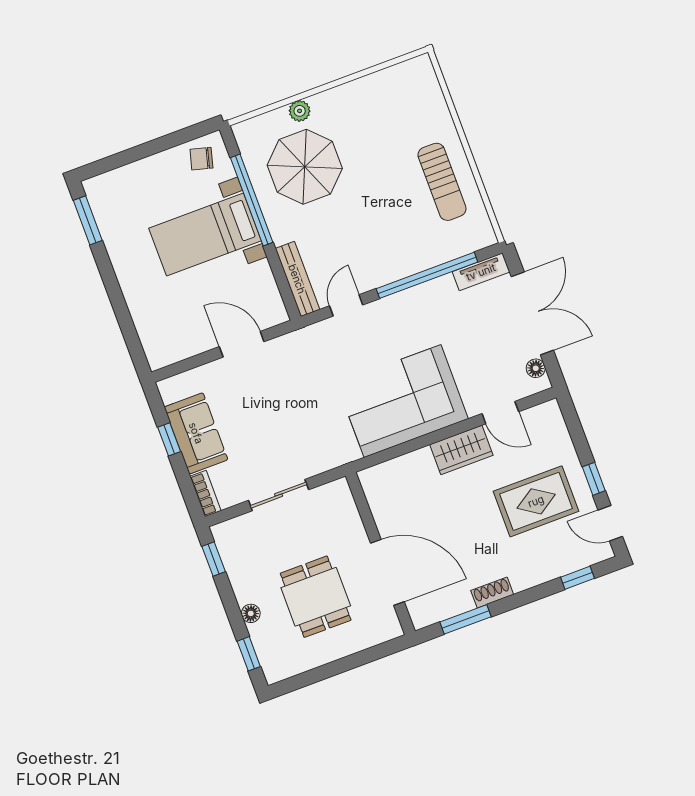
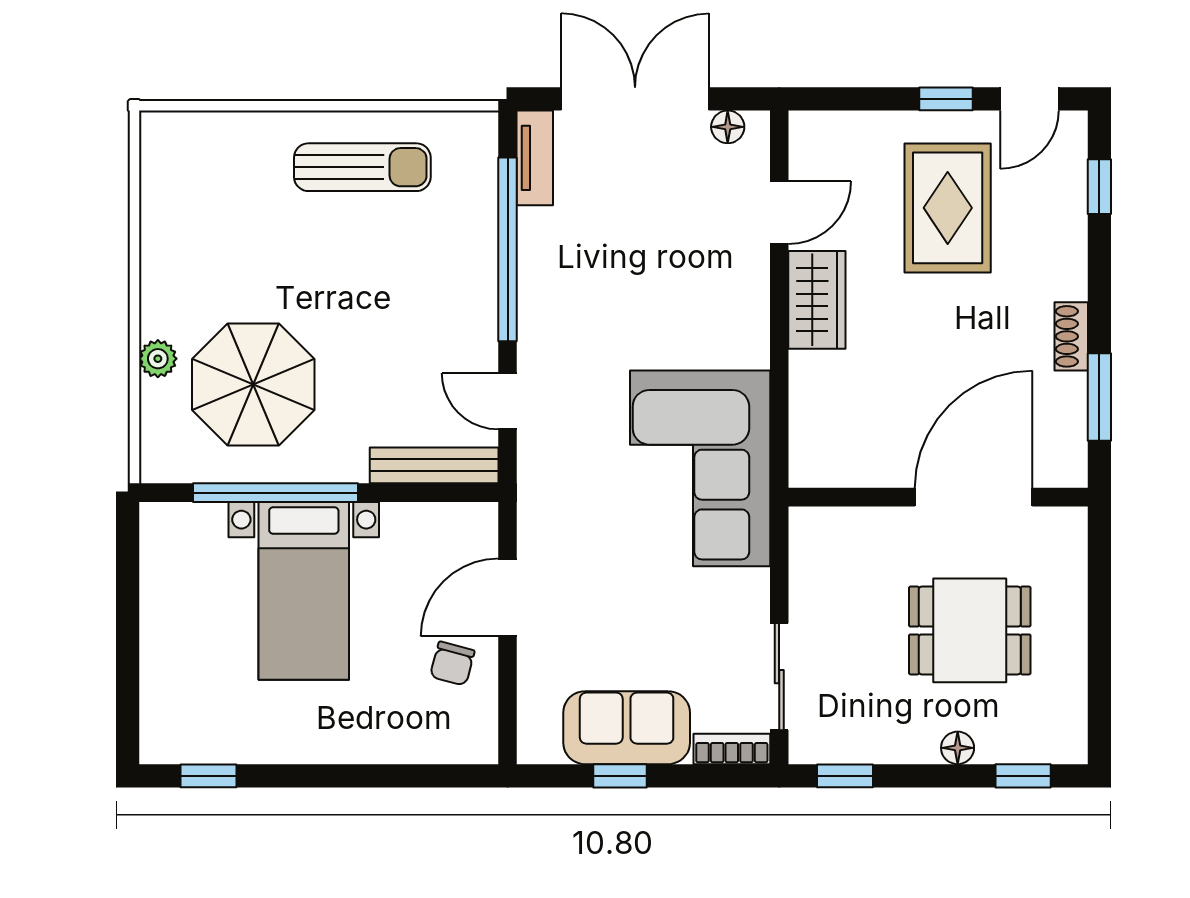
chair: (201, 159) -> (452, 664), moved
window: (88, 220) -> (208, 776), width x0.67
corner sofa: (402, 401) -> (700, 468), moved
sliding door: (279, 495) -> (779, 677), moved

